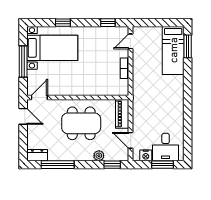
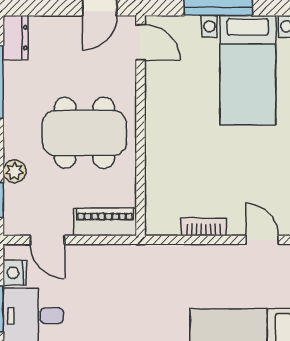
dining table: (81, 123) -> (84, 133), turned 90
door: (131, 140) -> (47, 240), swing flipped

